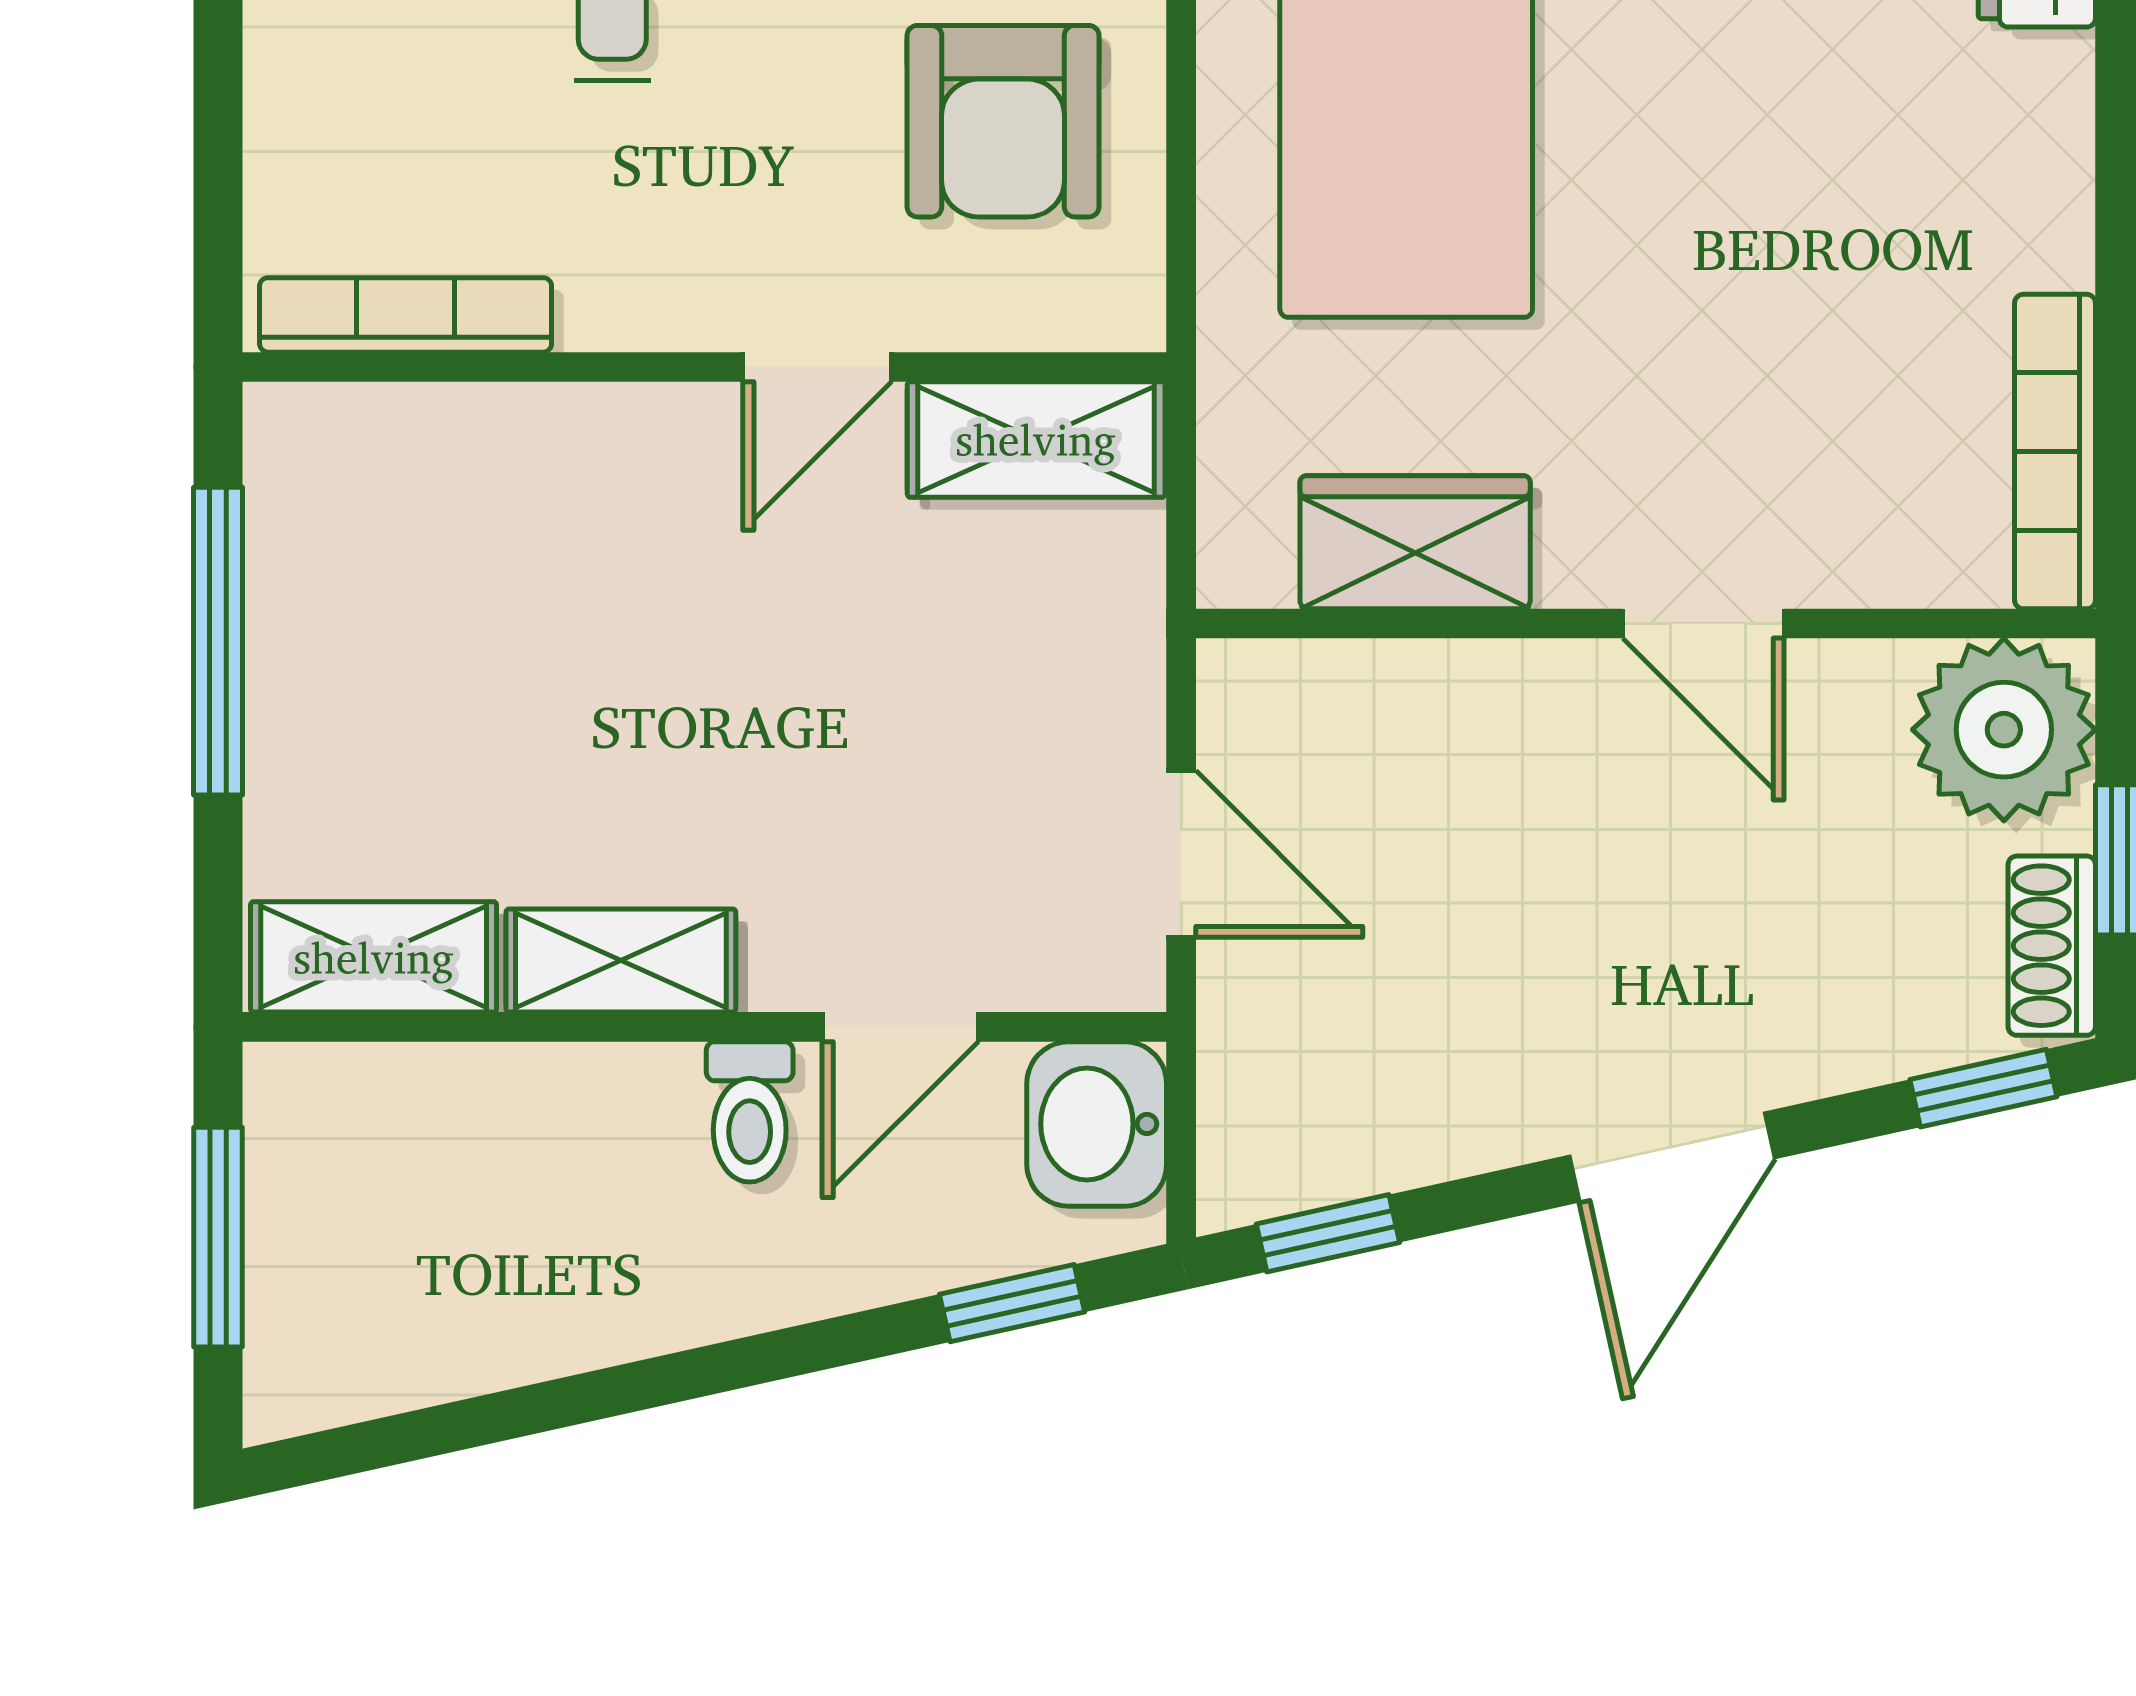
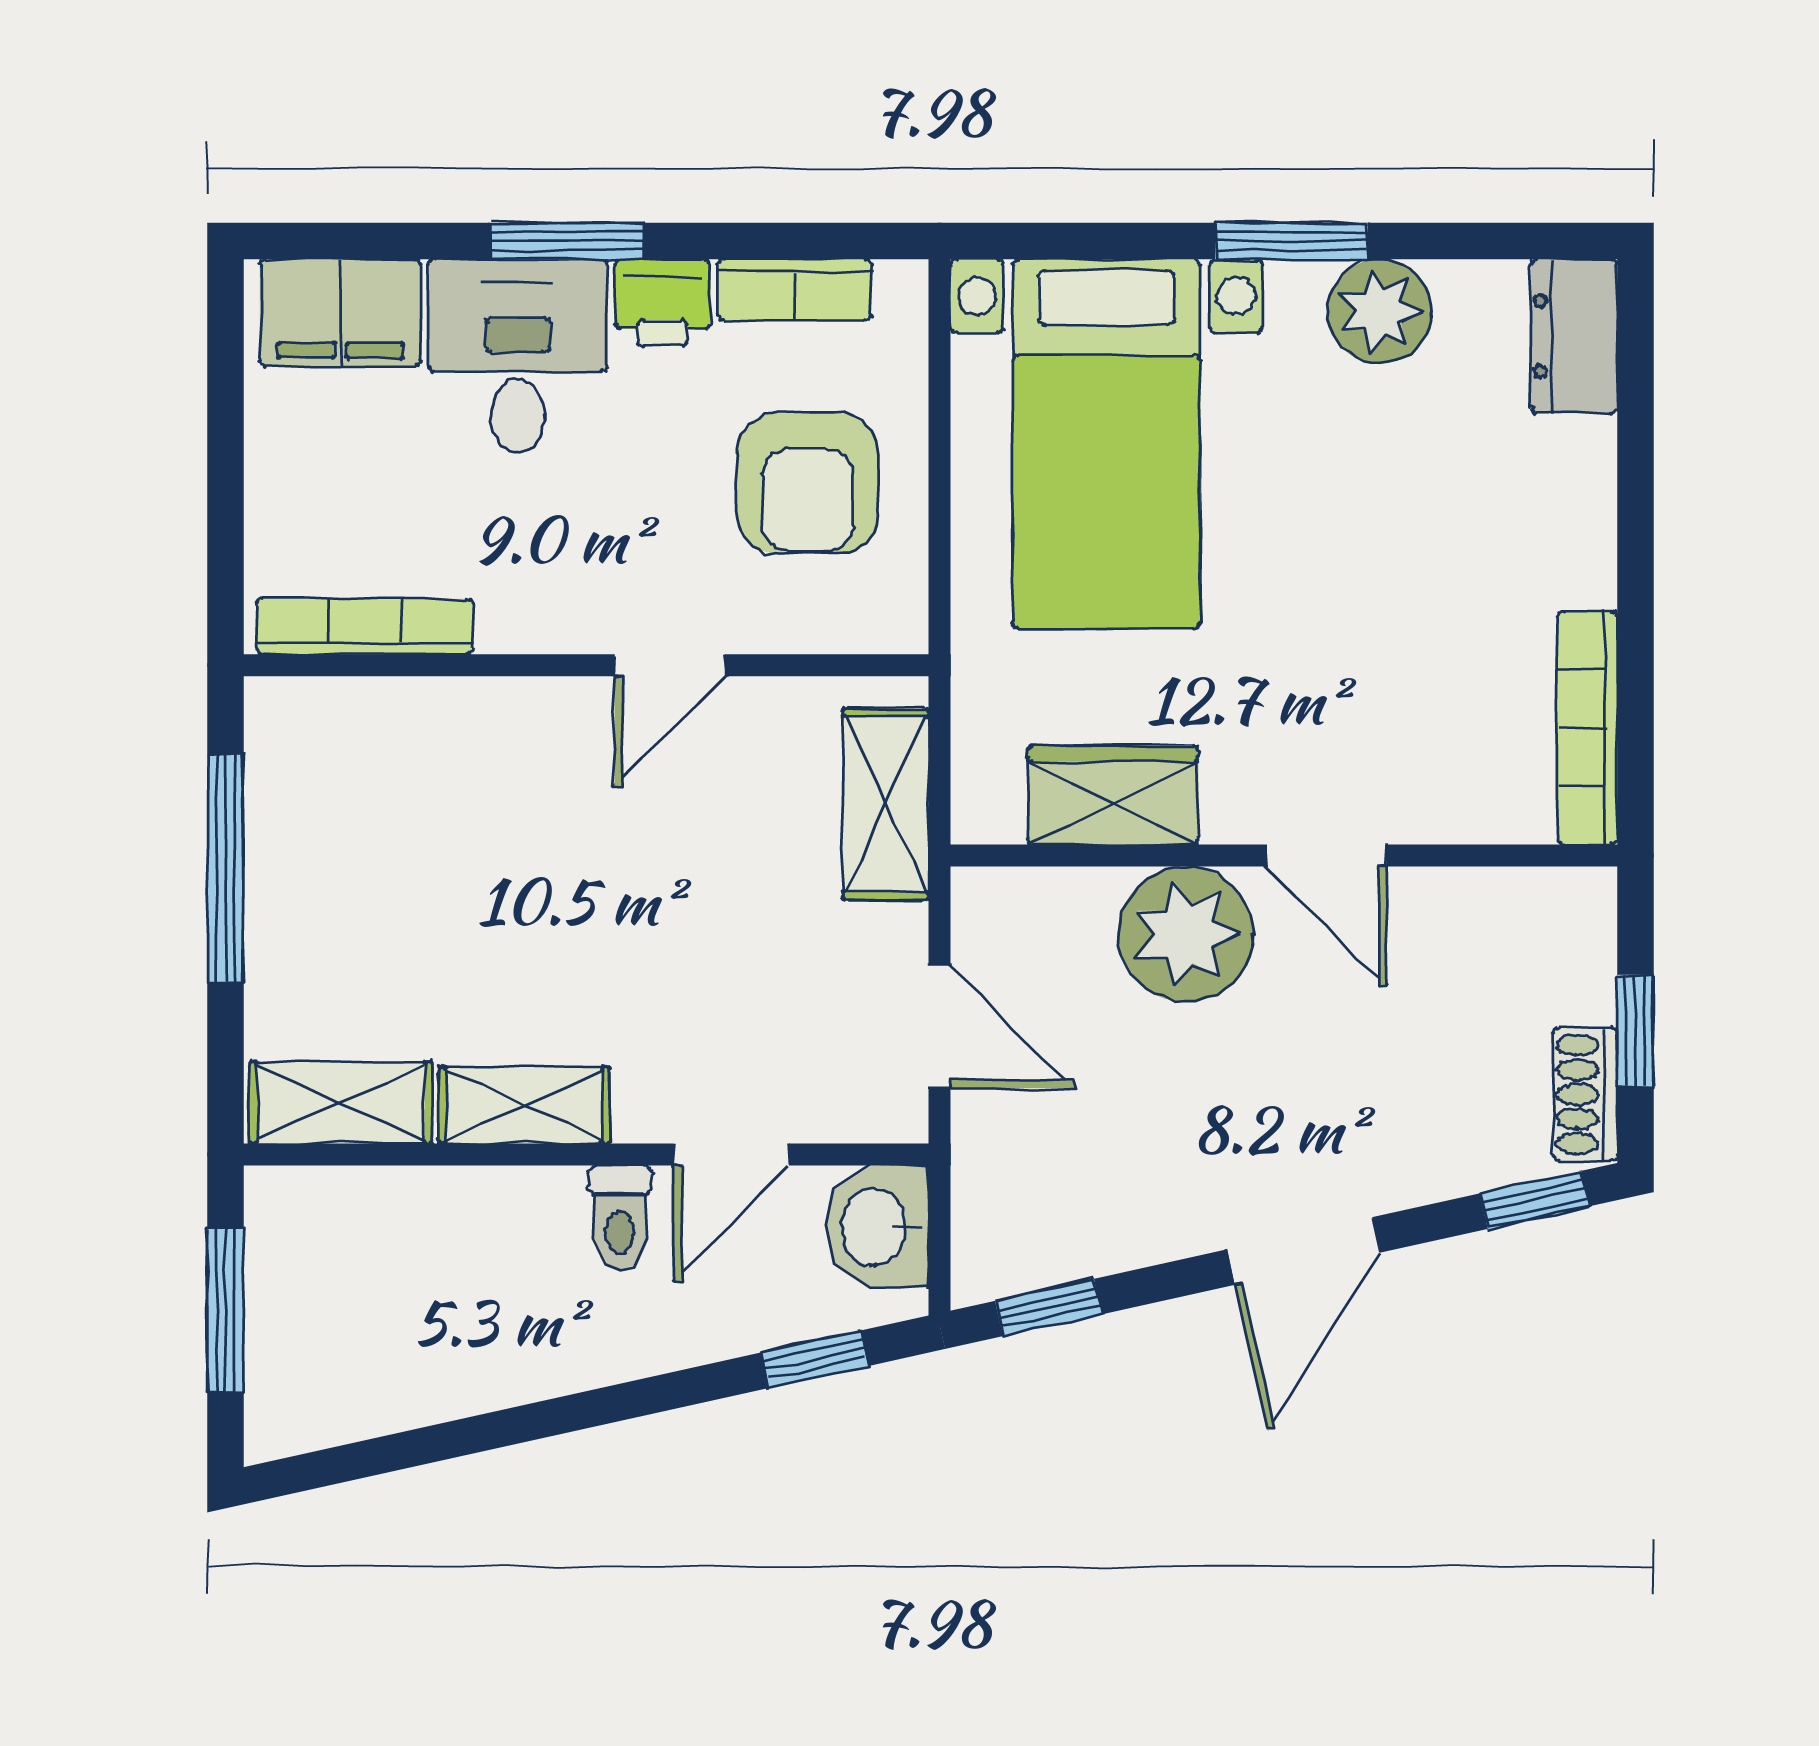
shelving: (1036, 439) -> (886, 804), moved, turned 90
plant: (2004, 730) -> (1186, 934), moved

